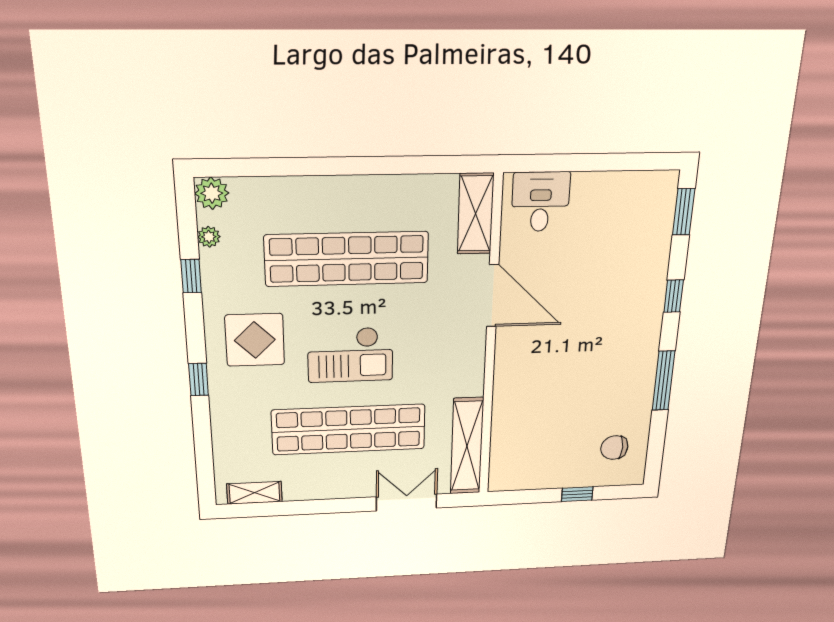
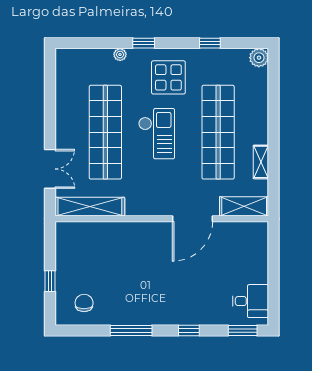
desk: (540, 202) -> (251, 301), moved
plant: (209, 237) -> (120, 55), moved
checkout: (350, 355) -> (157, 134), turned 180
shelving: (254, 493) -> (261, 162), moved

